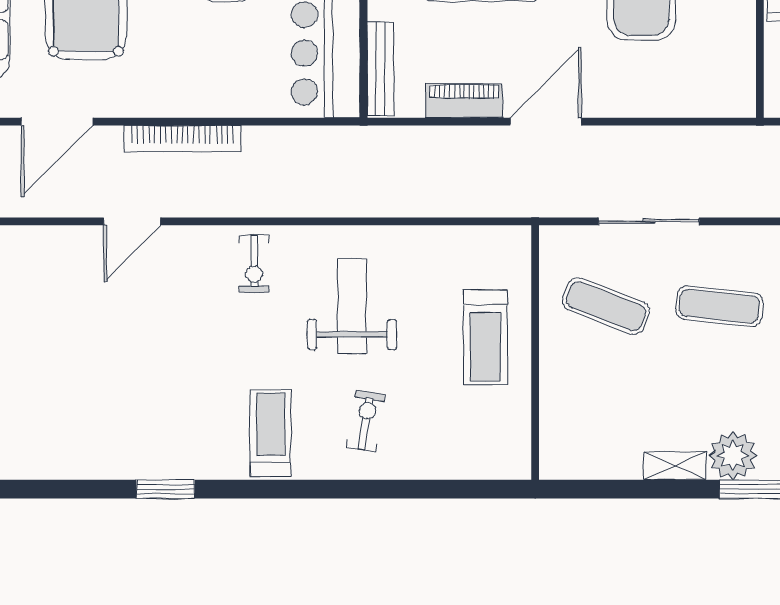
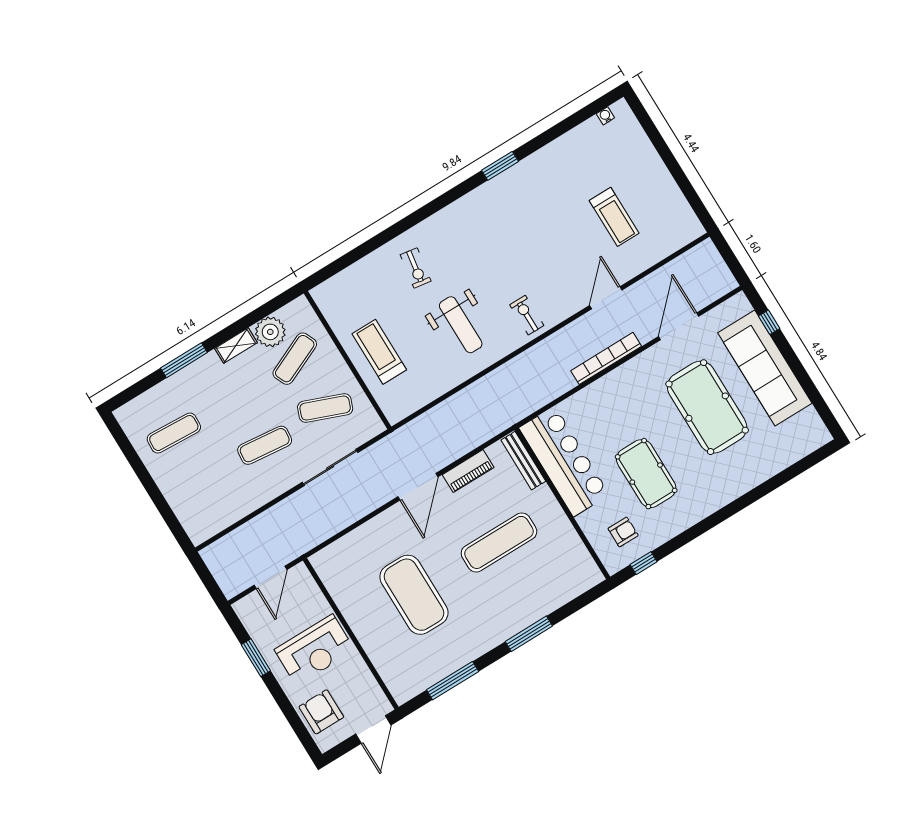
exercise mat: (606, 399) -> (295, 359), added
treadmill: (271, 433) -> (614, 217), moved
plant: (733, 456) -> (270, 332), moved

